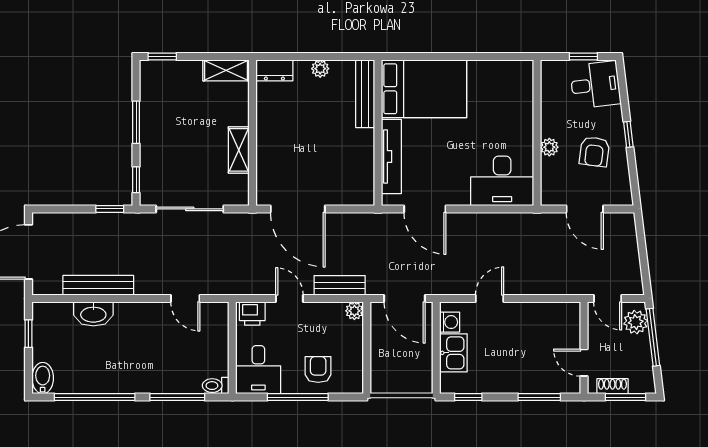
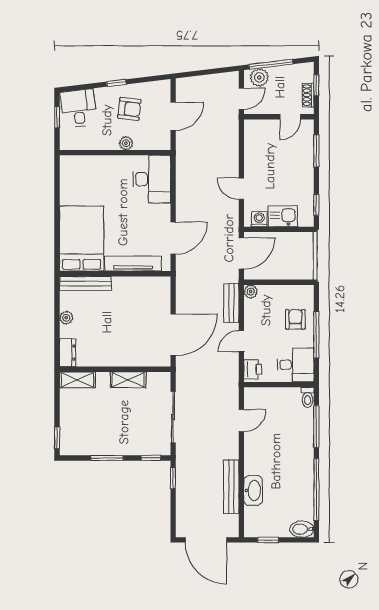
shelving: (226, 70) -> (77, 380), moved, turned 90
armchair: (318, 370) -> (295, 319), turned 90
window: (626, 397) -> (316, 85), width x0.67

